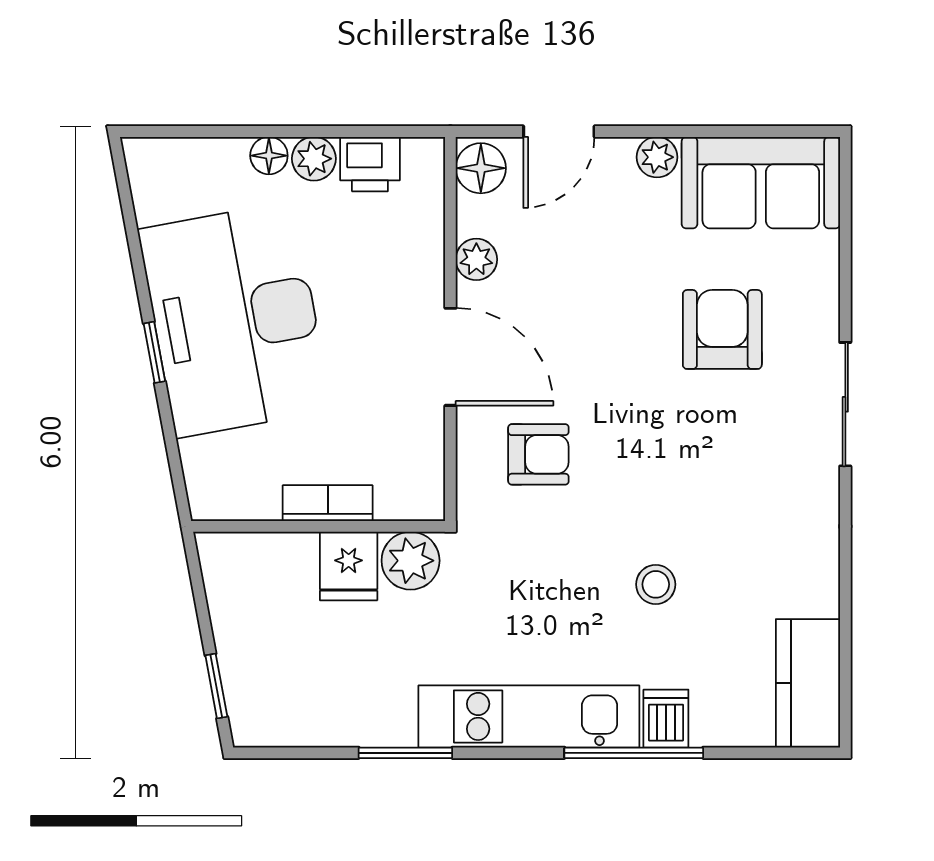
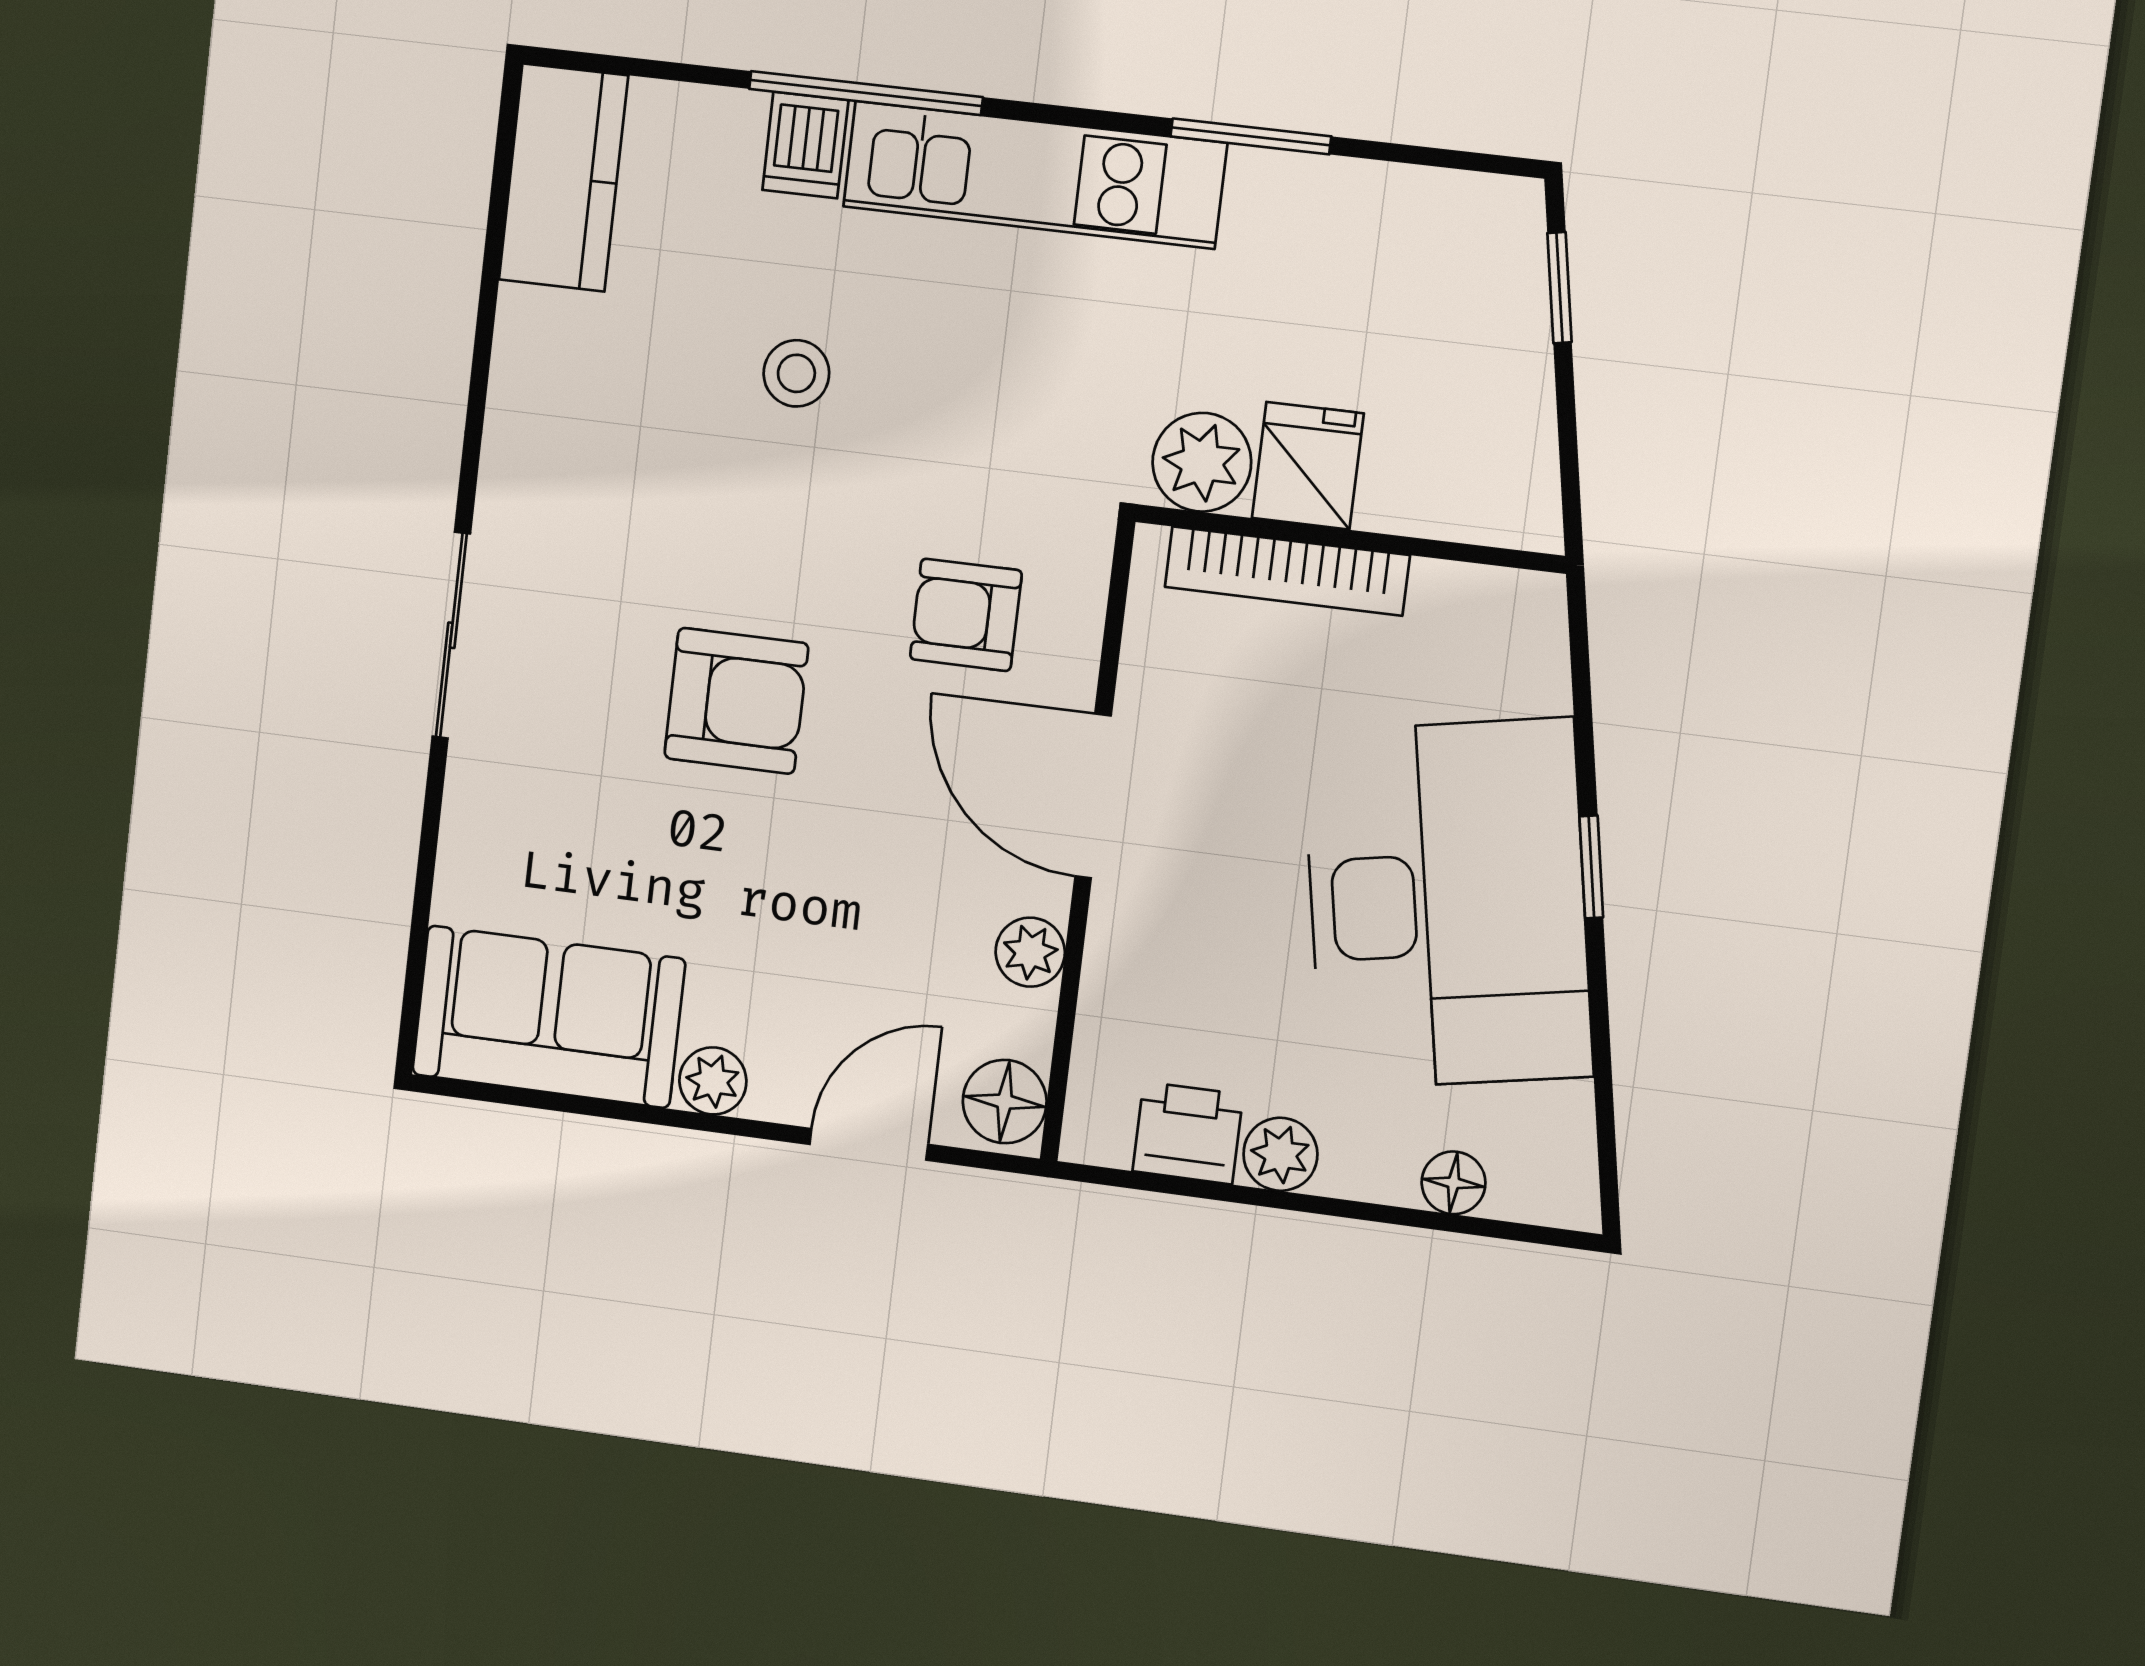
floor lamp: (269, 156) -> (1454, 1183), moved
armchair: (722, 329) -> (736, 701), moved, turned -90
bookcase: (328, 503) -> (1287, 571), width x1.56

